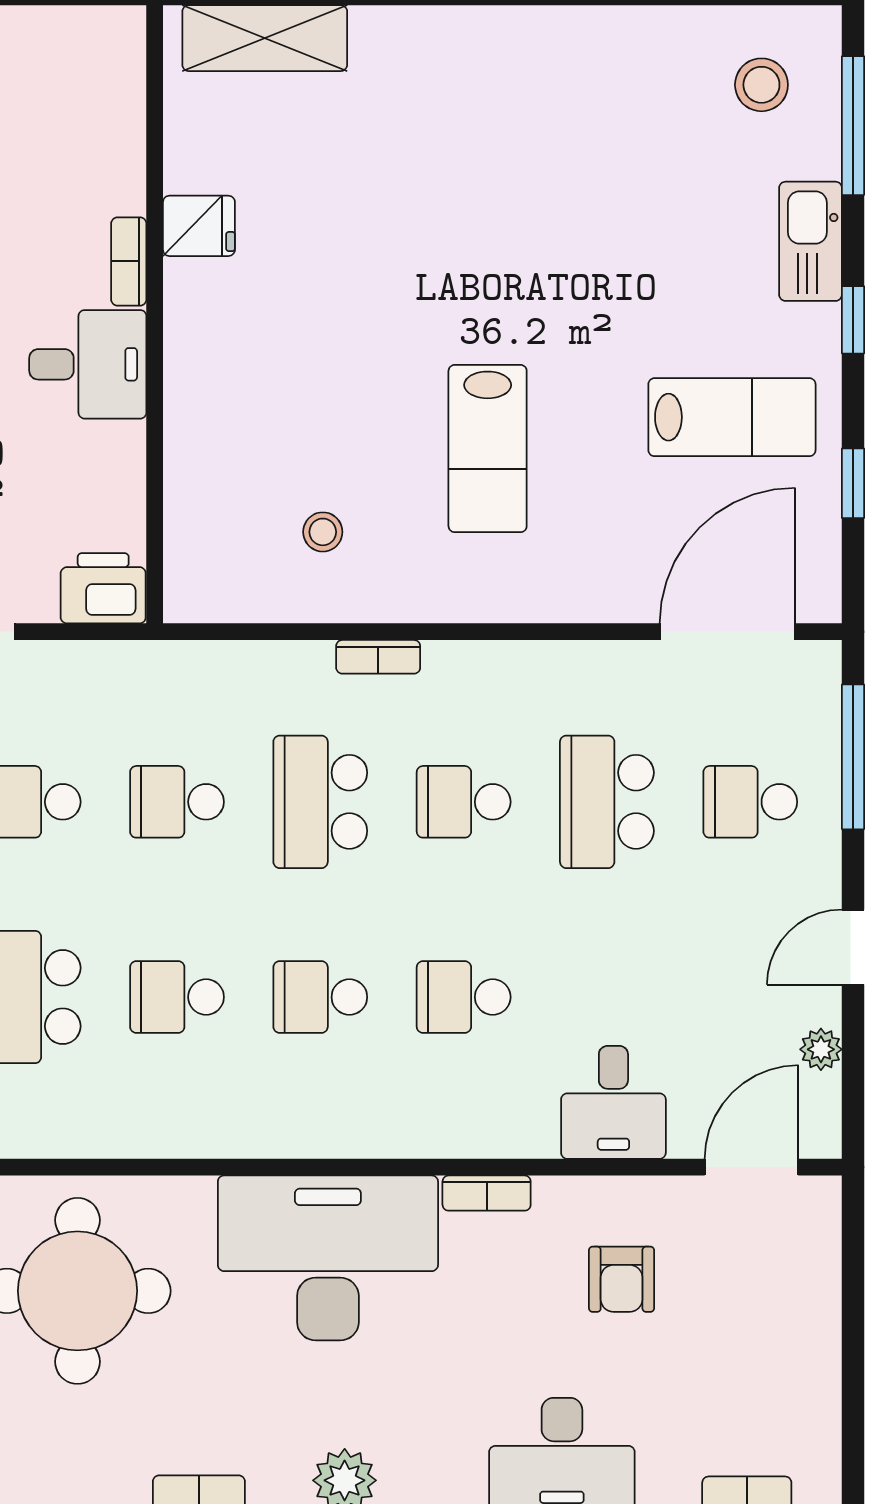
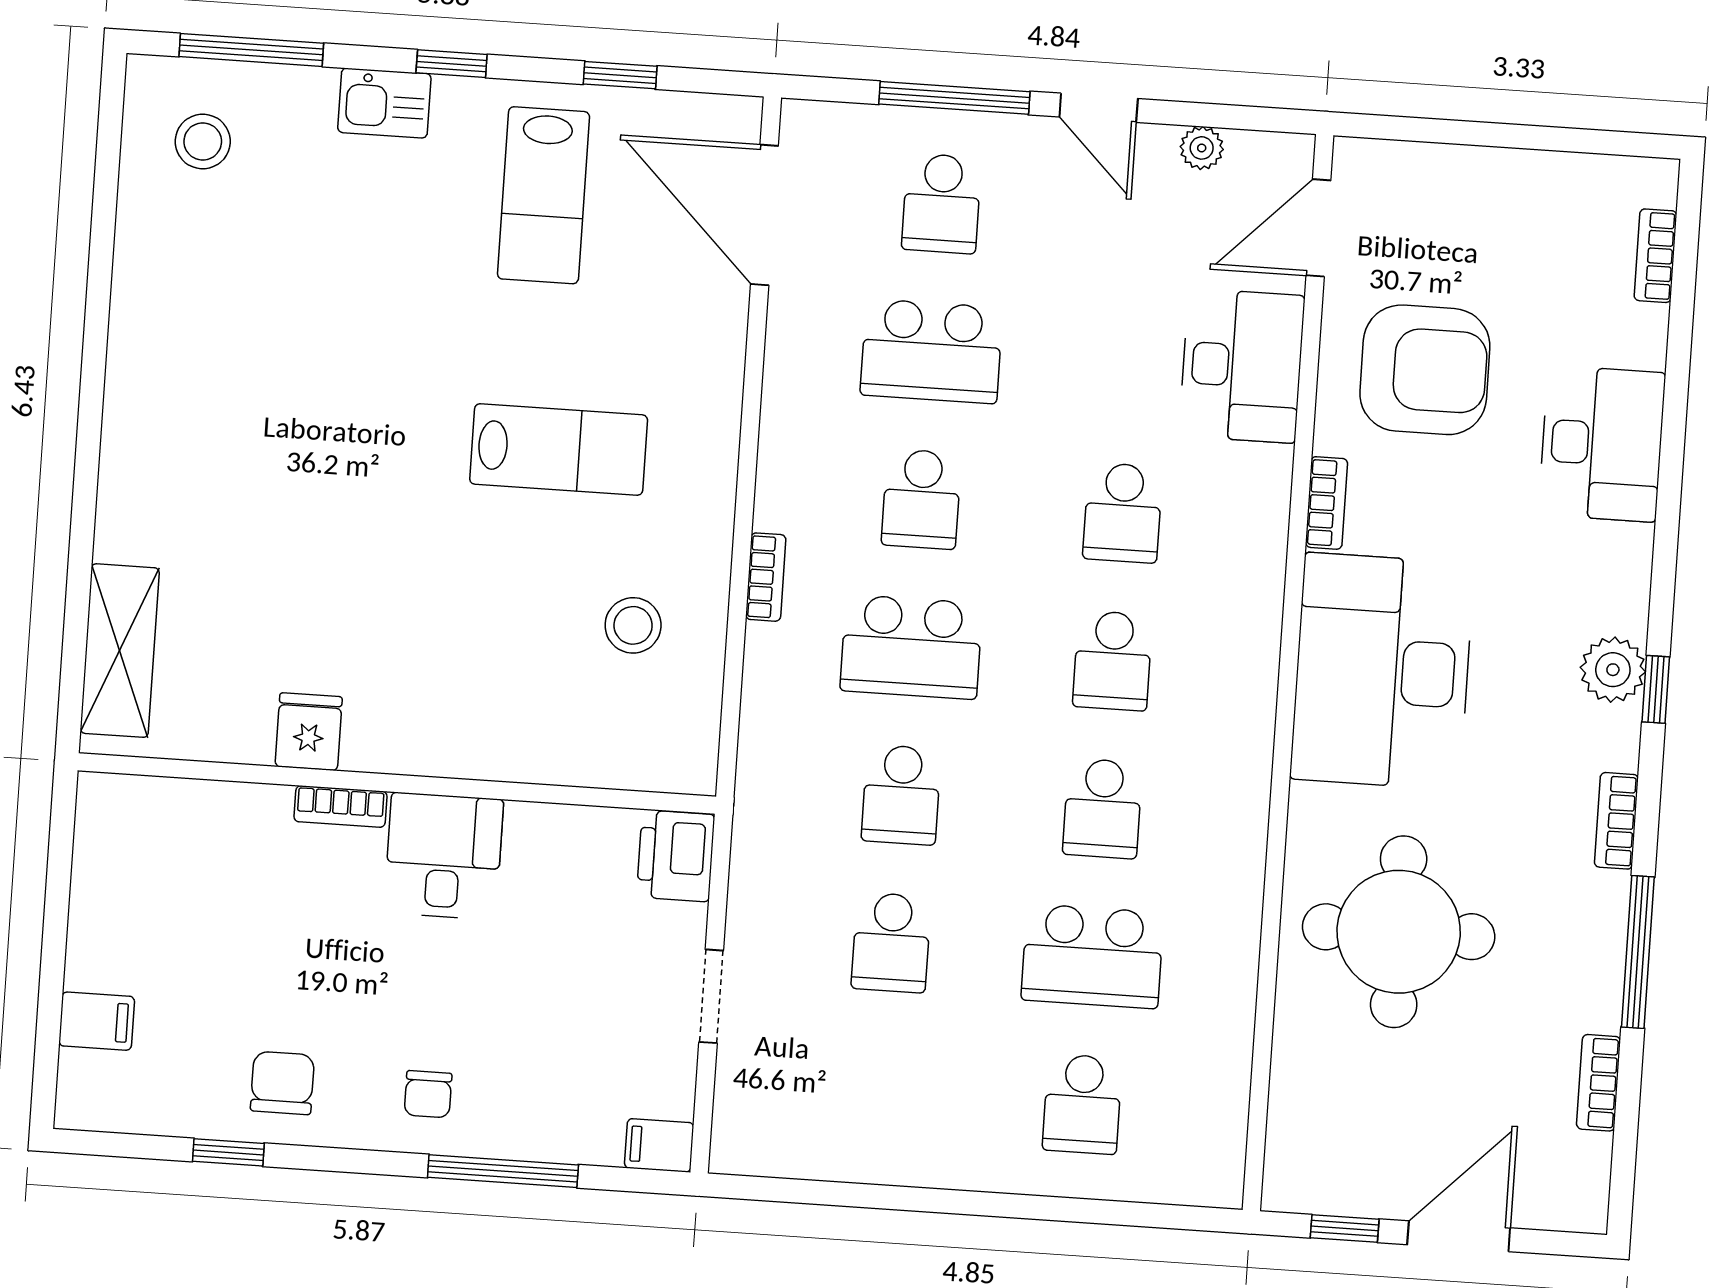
kitchen sink: (811, 241) -> (384, 103), width x0.73
lab bench: (732, 417) -> (543, 195), turned 180
stool: (323, 532) -> (633, 625), width x1.37, depth x1.37
window: (853, 757) -> (954, 98), moved
desk: (613, 1102) -> (1242, 366), width x1.37
door: (751, 1167) -> (1318, 228), hinge flipped
armchair: (622, 1279) -> (1425, 370), width x1.88, depth x1.88

